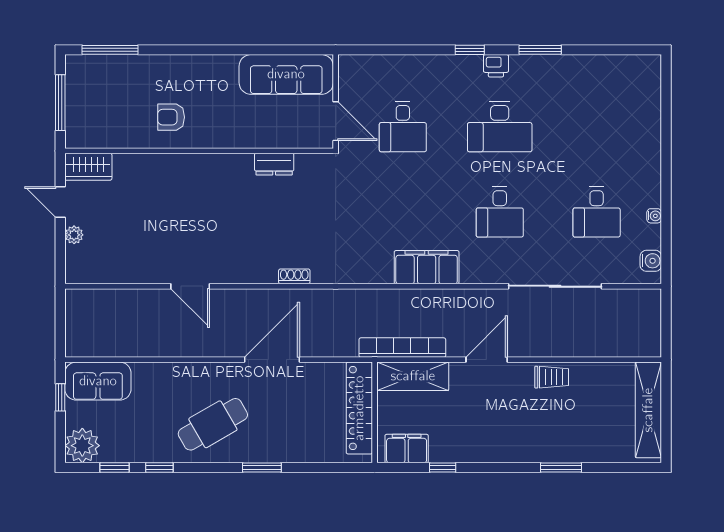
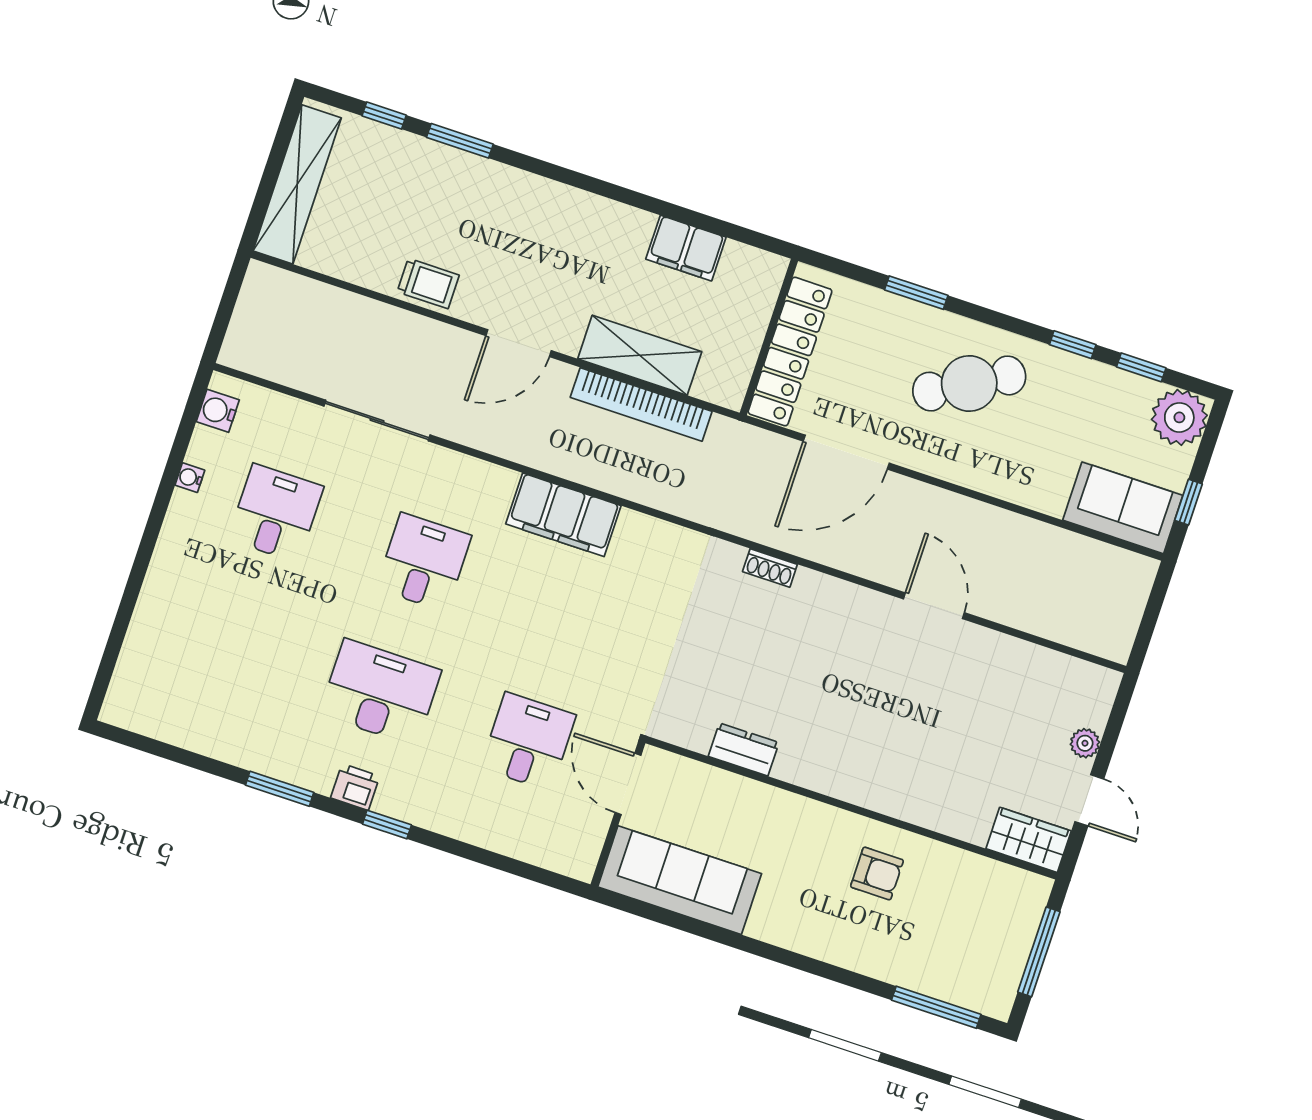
sliding door: (555, 286) -> (377, 421), width x0.73
trolley: (552, 377) -> (428, 283), turned 180
locker: (359, 408) -> (790, 352), moved
wall: (375, 412) -> (769, 337), moved
window: (443, 468) -> (384, 116), moved

